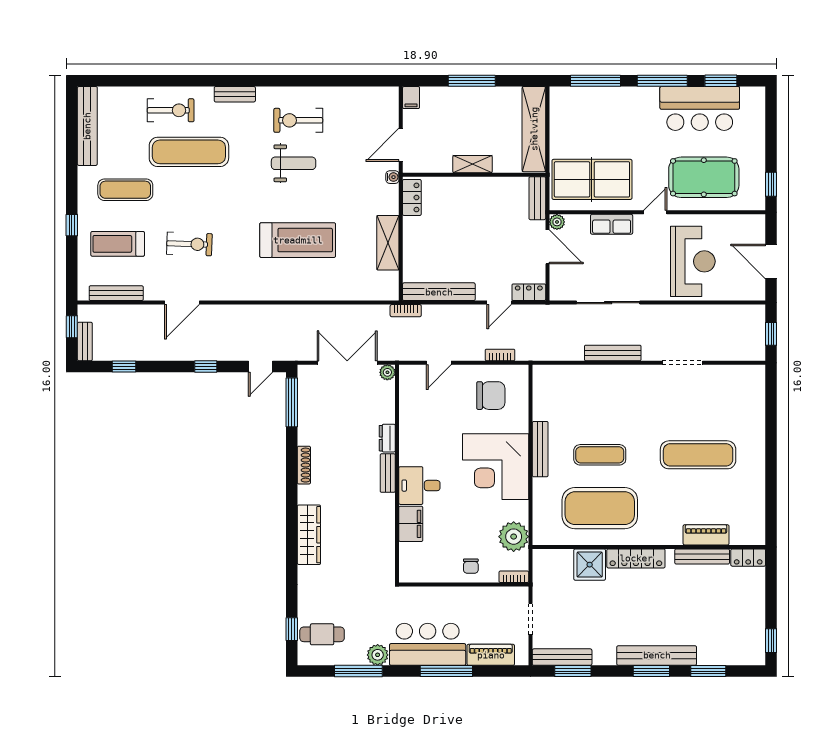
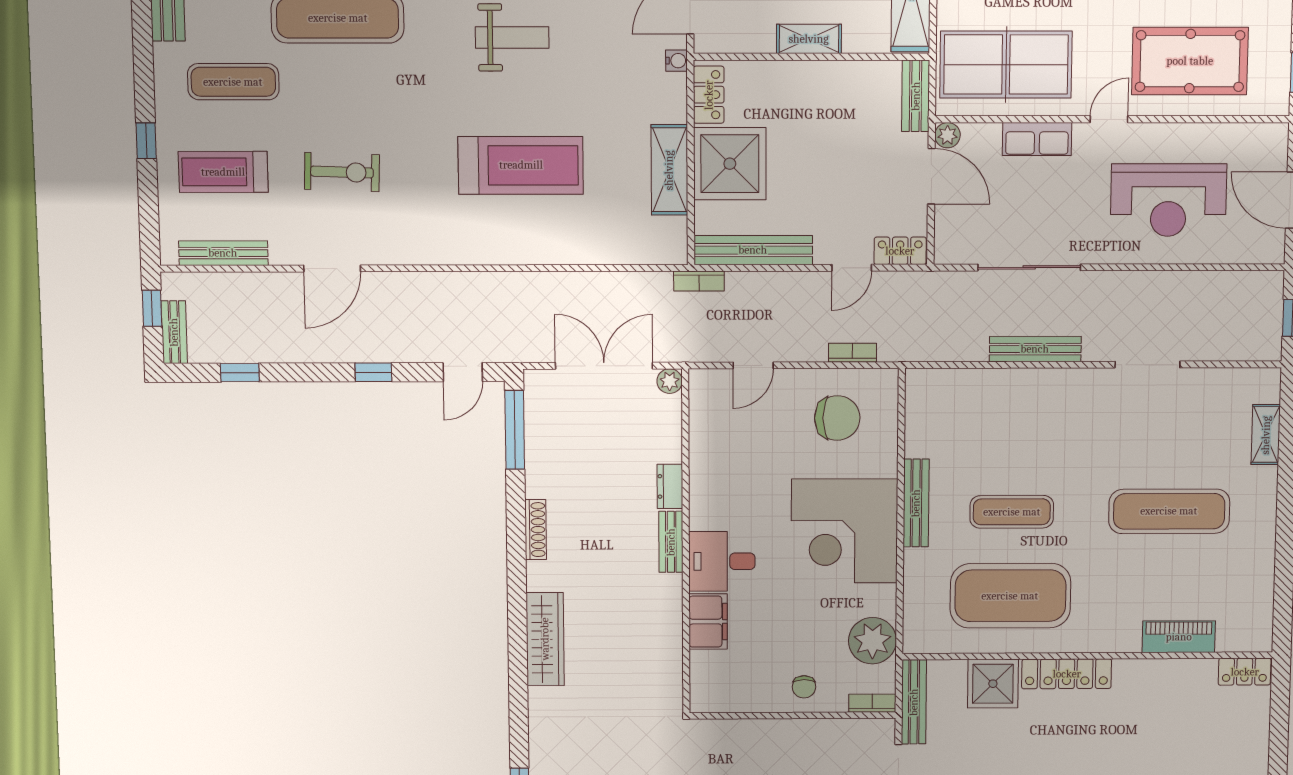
shower: (425, 239) -> (730, 164), added
reception desk: (693, 261) -> (1168, 200), turned 90
shelving: (757, 407) -> (1266, 435), added
bench: (702, 556) -> (914, 702), moved, turned 90

